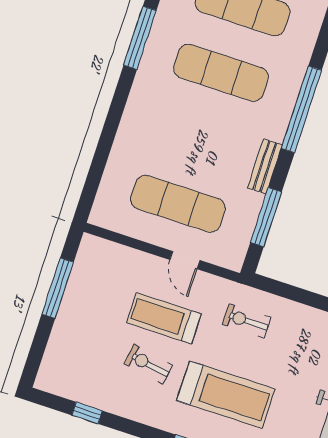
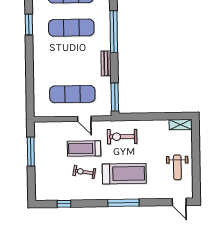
window: (140, 38) -> (29, 25), width x0.69
window: (266, 217) -> (115, 97), moved
exercise bike: (247, 321) -> (122, 137), width x1.38, depth x1.39

